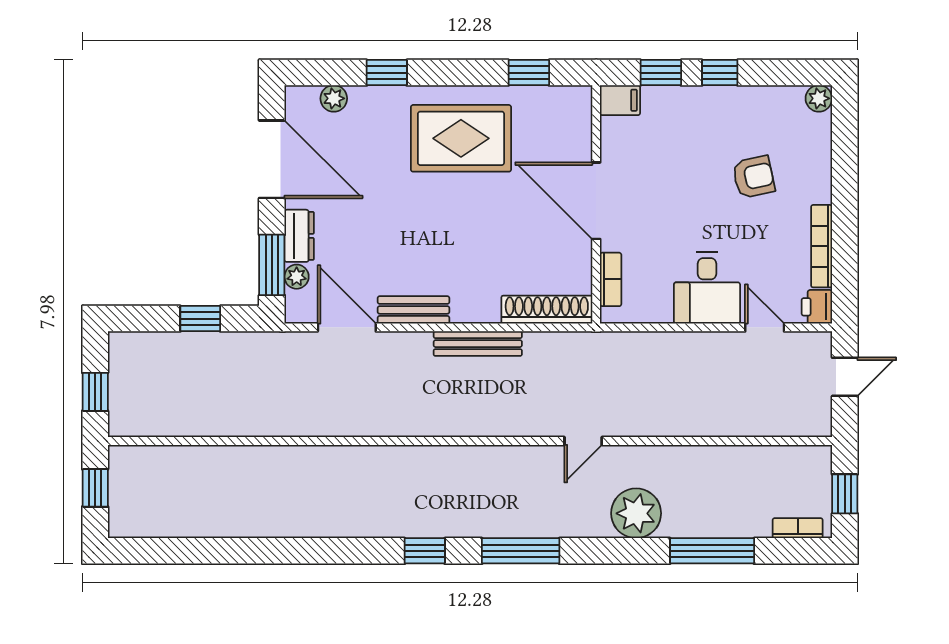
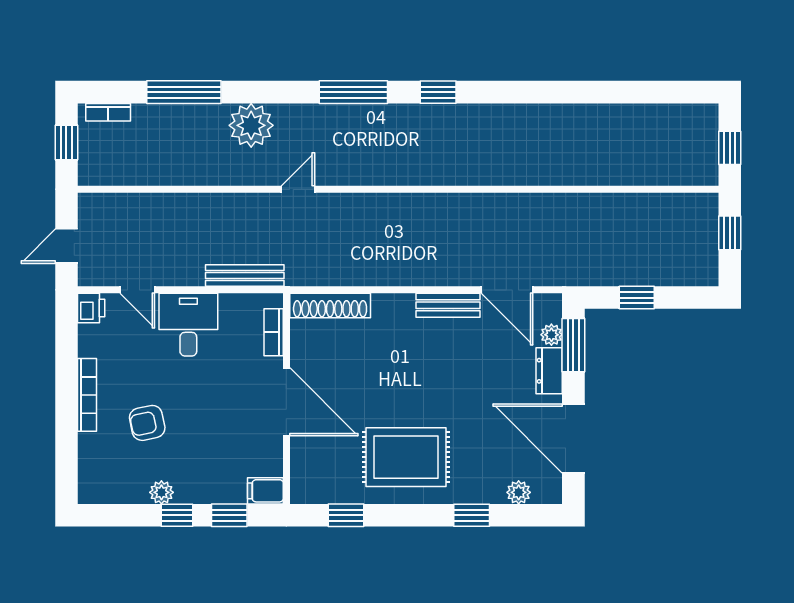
plant: (819, 98) -> (161, 492), moved
bookcase: (822, 246) -> (87, 395), moved
bench: (478, 344) -> (245, 275), moved

